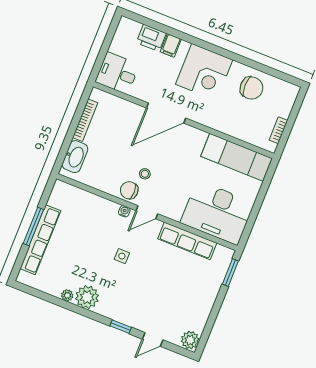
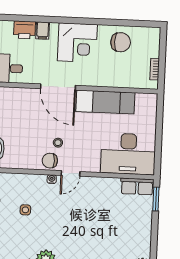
door: (166, 113) -> (58, 87), hinge flipped
exam couch: (236, 157) -> (105, 102), moved
row of seats: (187, 241) -> (137, 186), moved, width x0.68
side table: (122, 256) -> (25, 210), moved

